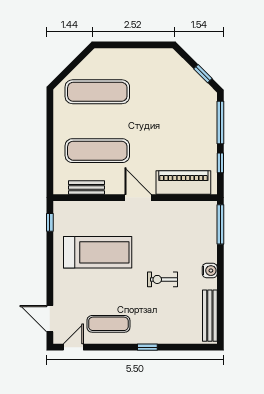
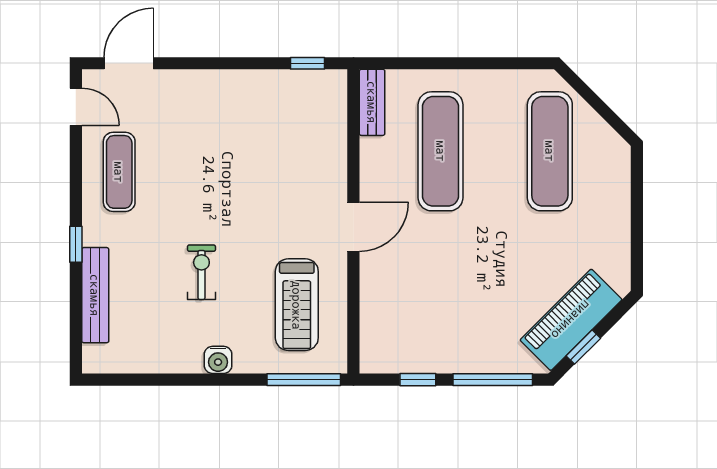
piano: (183, 183) -> (571, 320), moved, turned -135
bench: (87, 188) -> (372, 102), moved
treadmill: (98, 252) -> (297, 305), moved, width x0.73, depth x0.73
bench: (210, 316) -> (95, 295), moved, turned 90

